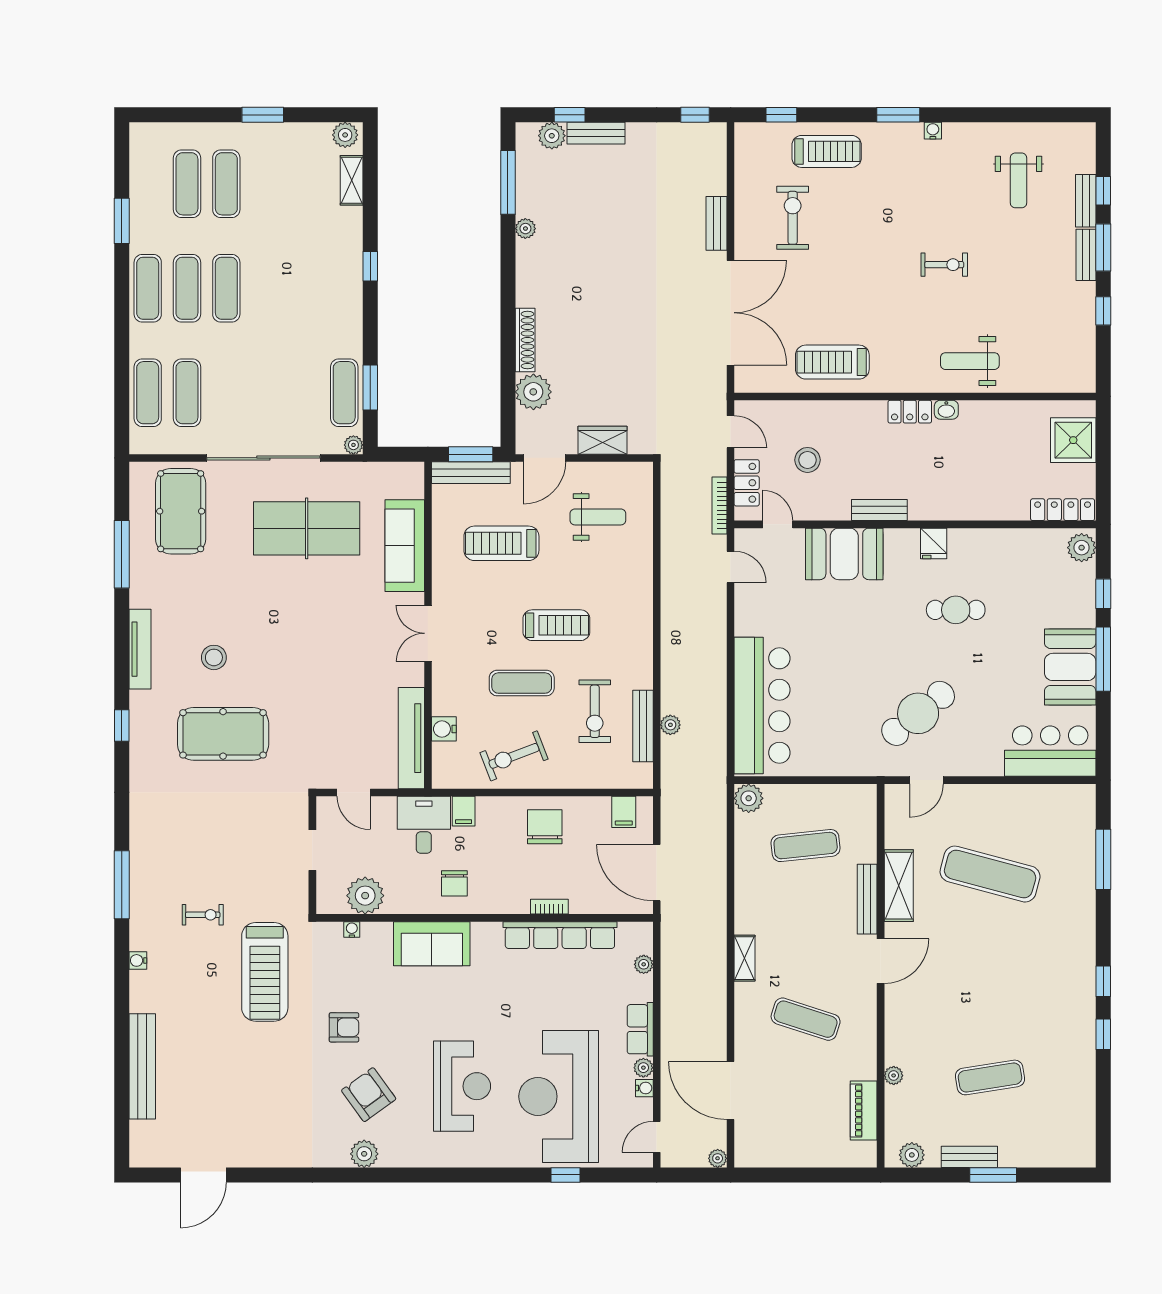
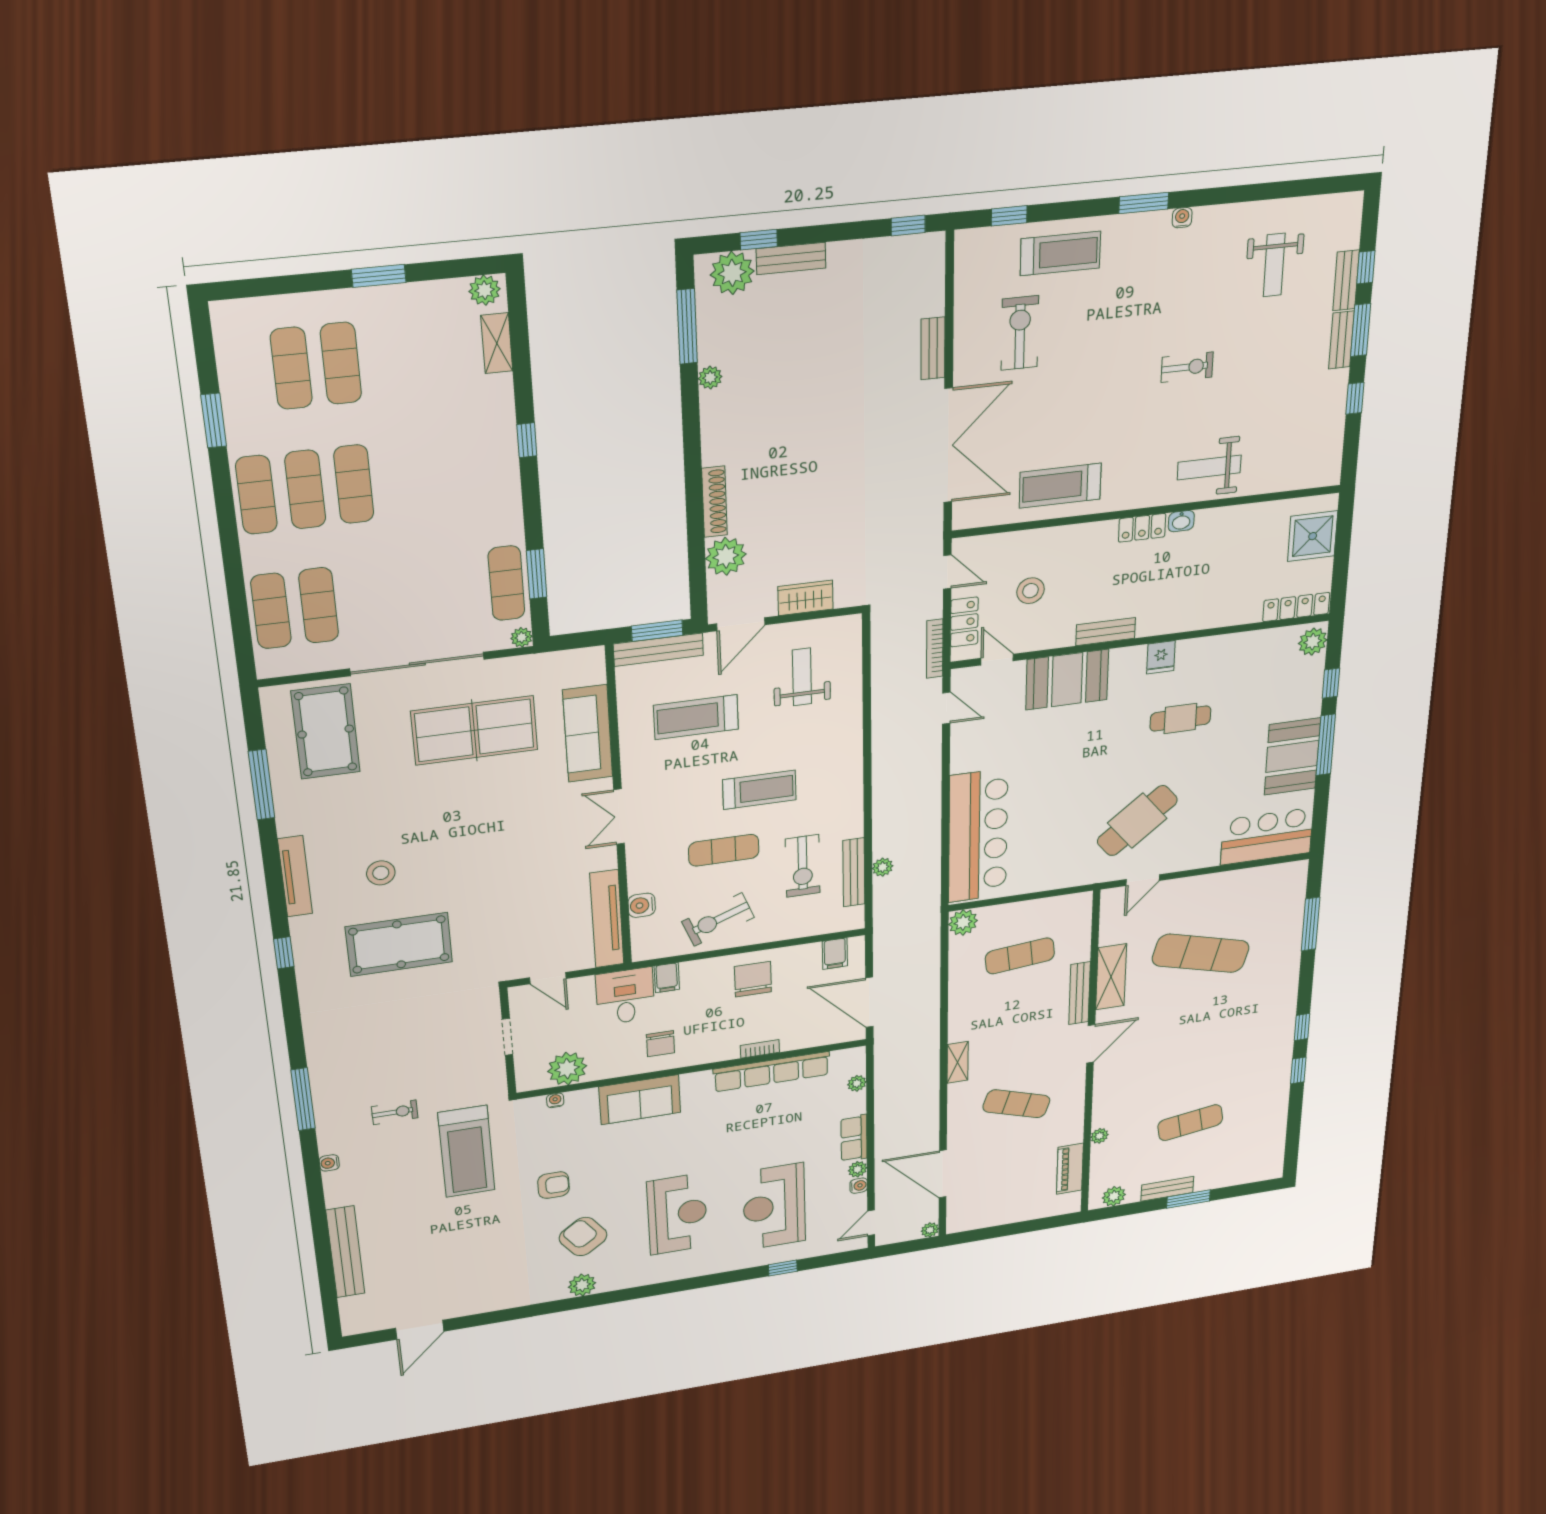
plant: (552, 136) -> (732, 273), width x1.36, depth x1.36
weight bench: (598, 517) -> (802, 677), turned -90
reception desk: (559, 1096) -> (774, 1206), width x0.74, depth x0.77

